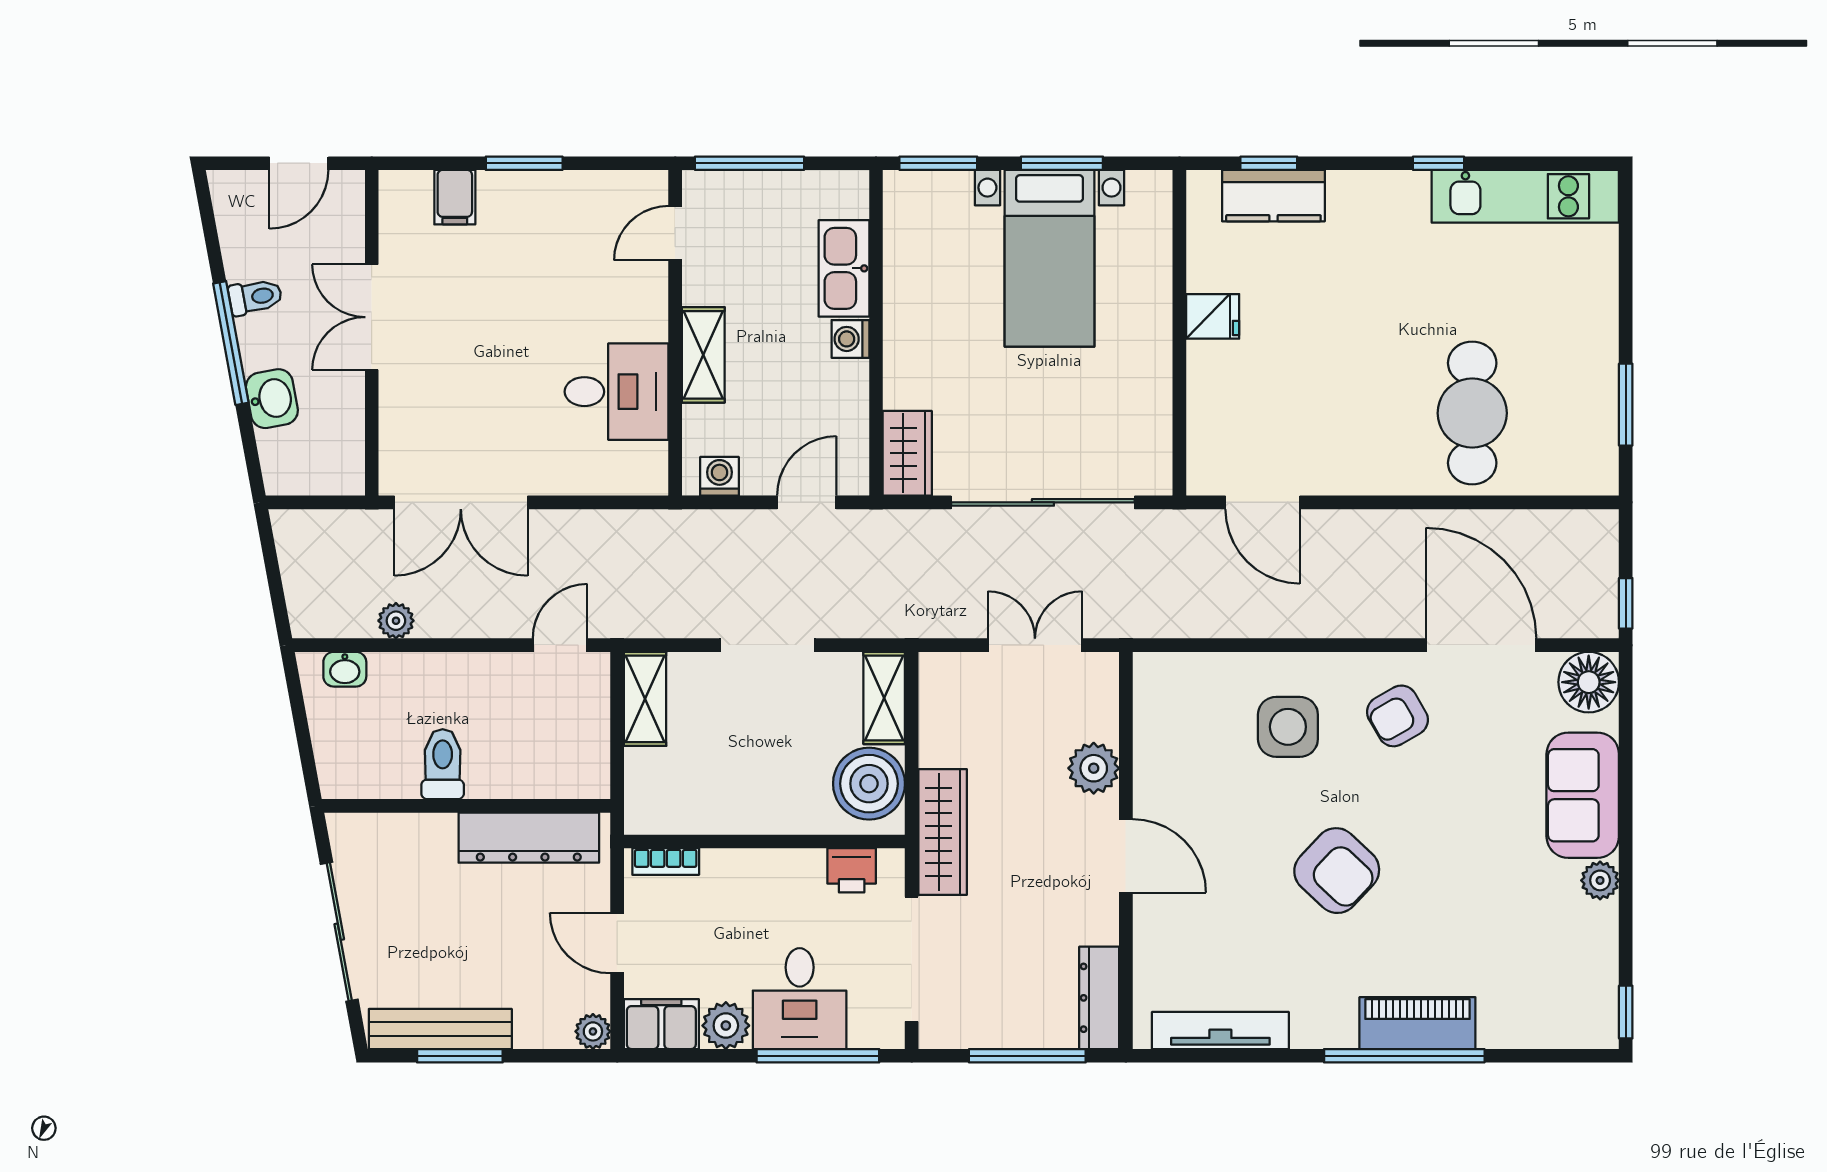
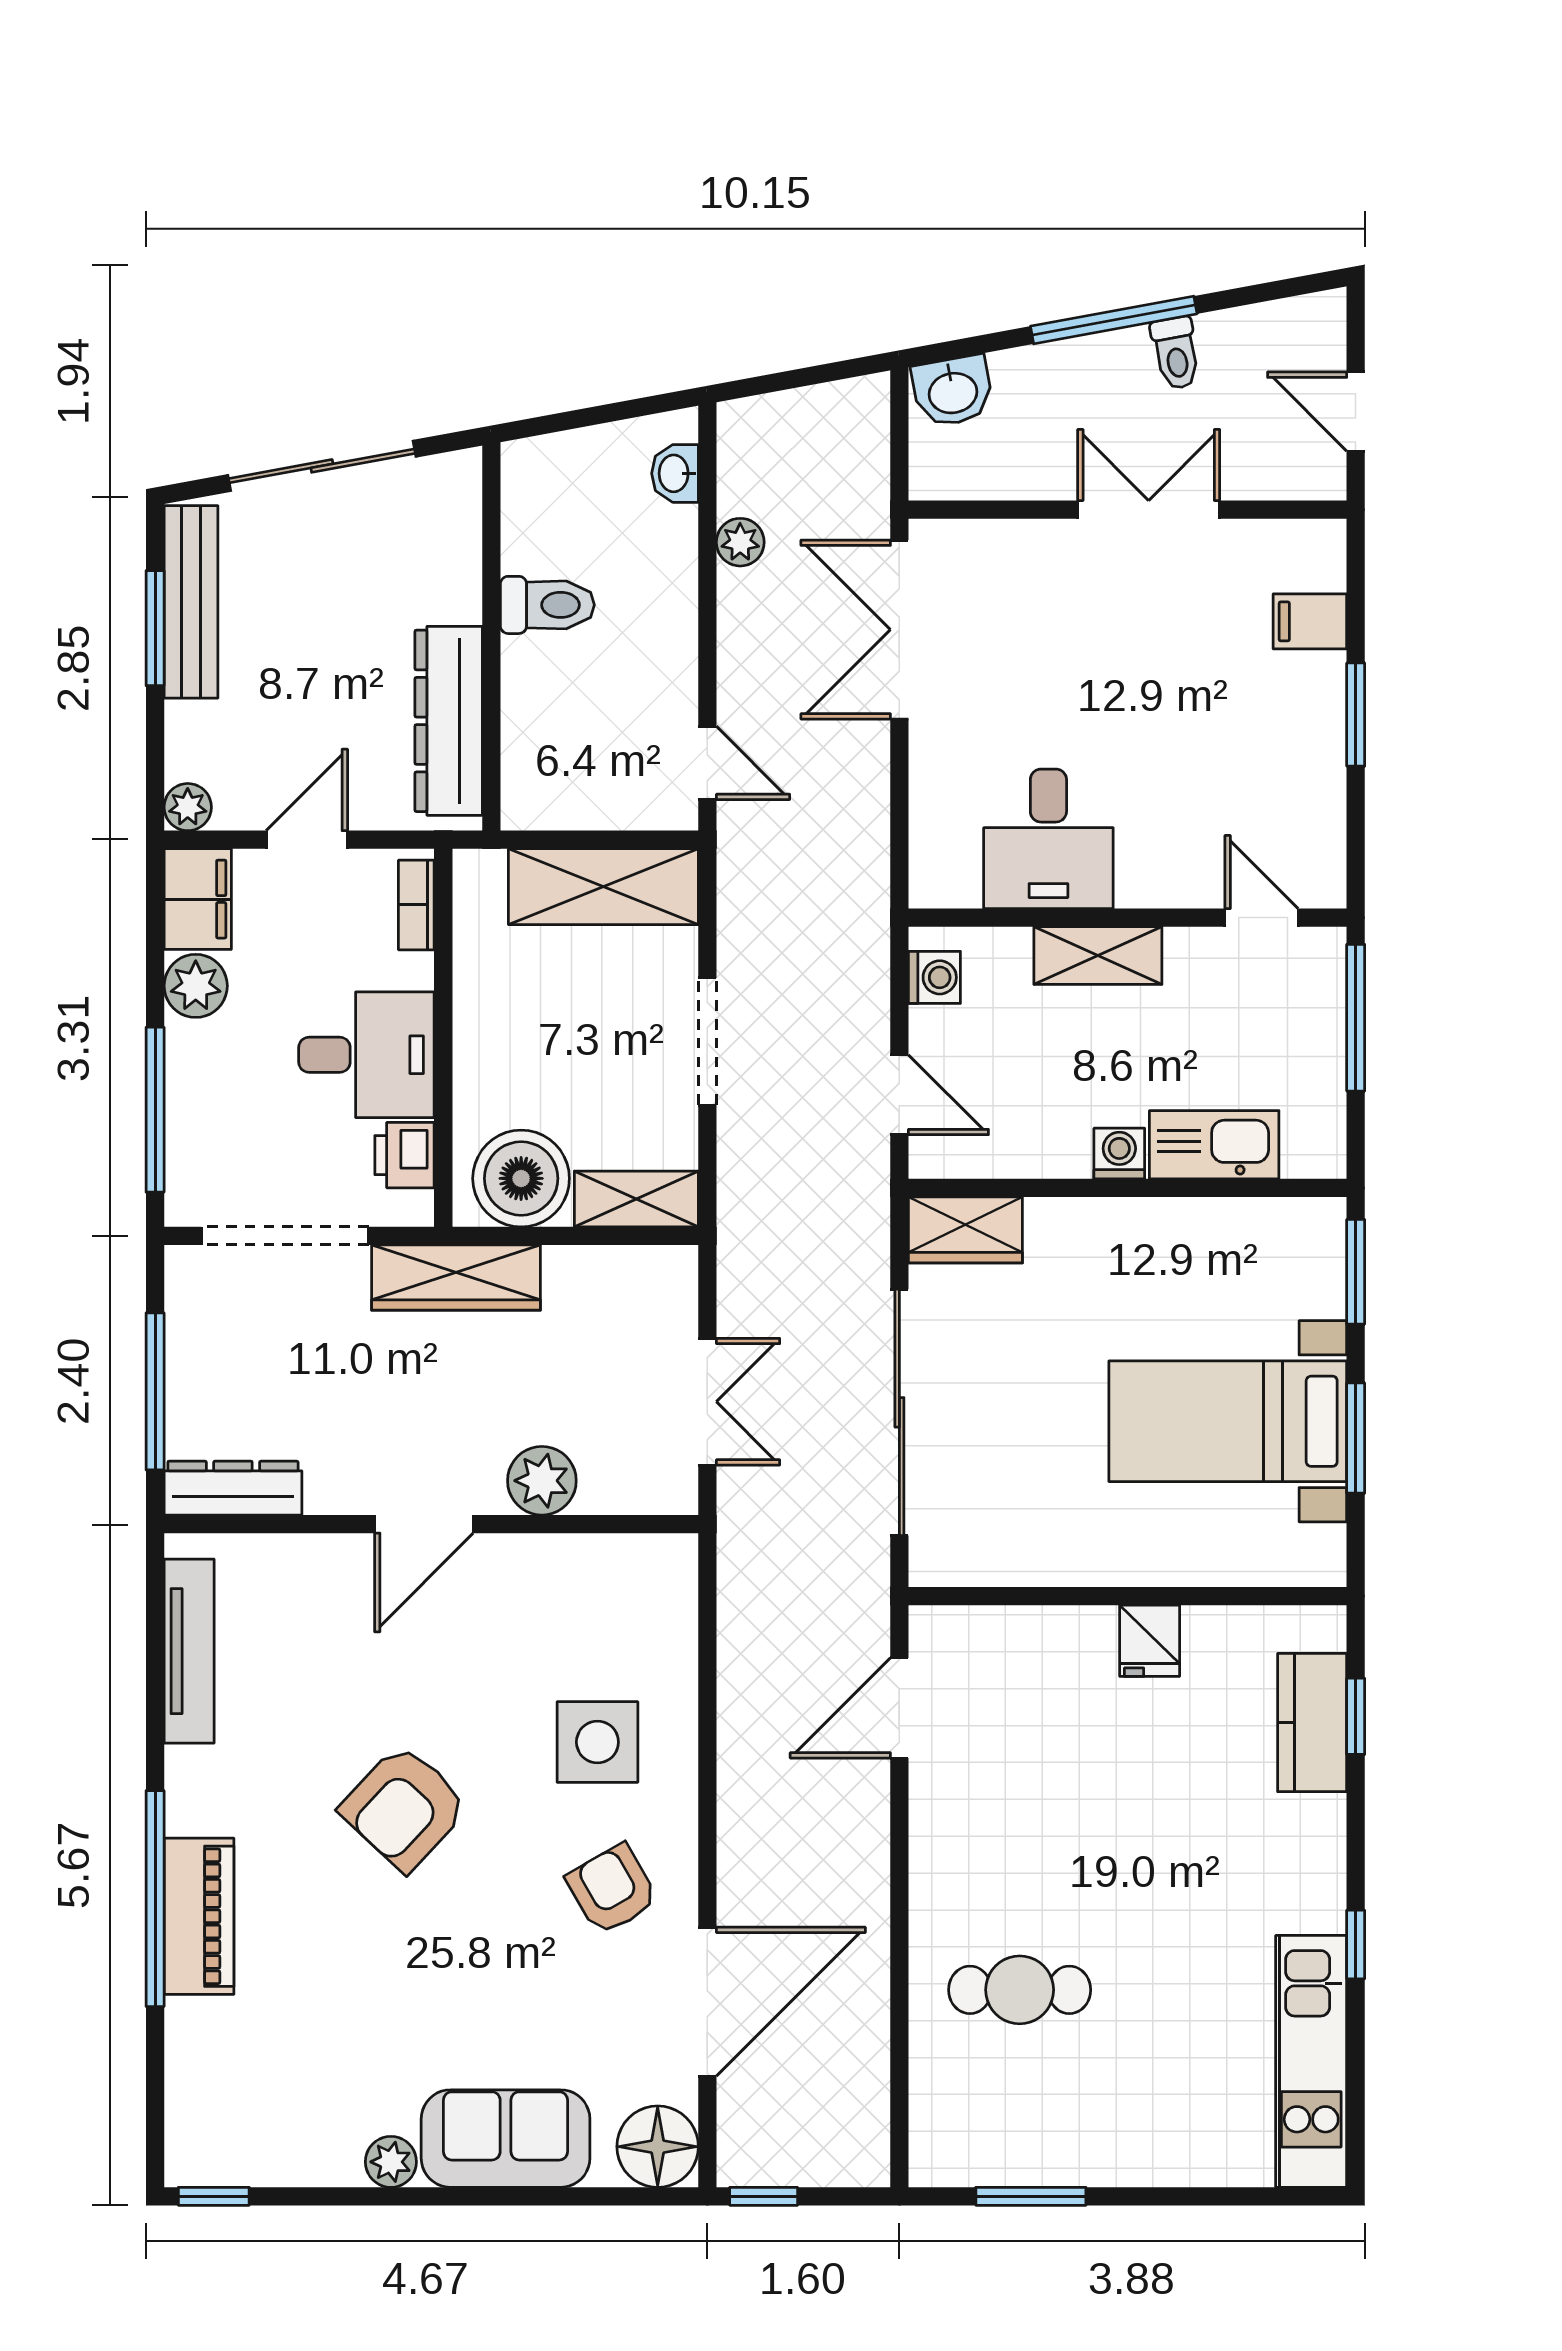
washbasin: (272, 399) -> (953, 391), moved
cafe table: (1472, 413) -> (1020, 1990), width x0.73, depth x0.74
shelving: (645, 699) -> (603, 887), width x1.50, depth x1.33
desk: (800, 999) -> (366, 1055), moved, turned 180

